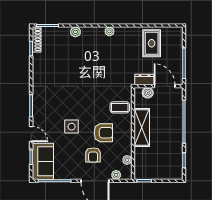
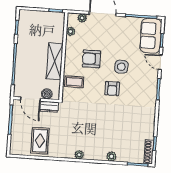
armchair: (93, 155) -> (112, 89), moved, turned 180

